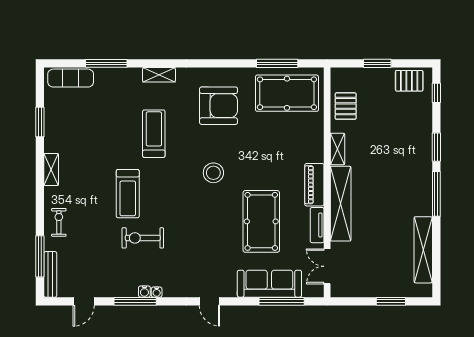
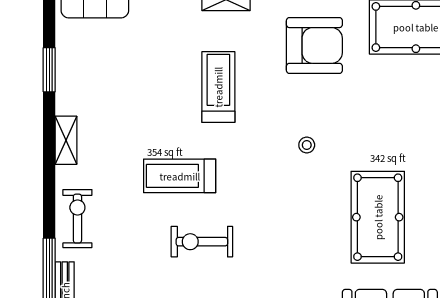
stool: (213, 173) -> (307, 145), width x0.53, depth x0.53
treadmill: (128, 194) -> (180, 176), turned 90
exercise bike: (59, 222) -> (77, 219), width x1.38, depth x1.39

